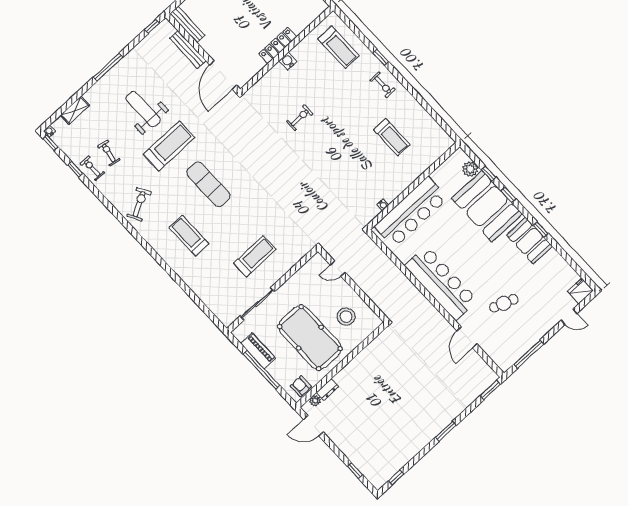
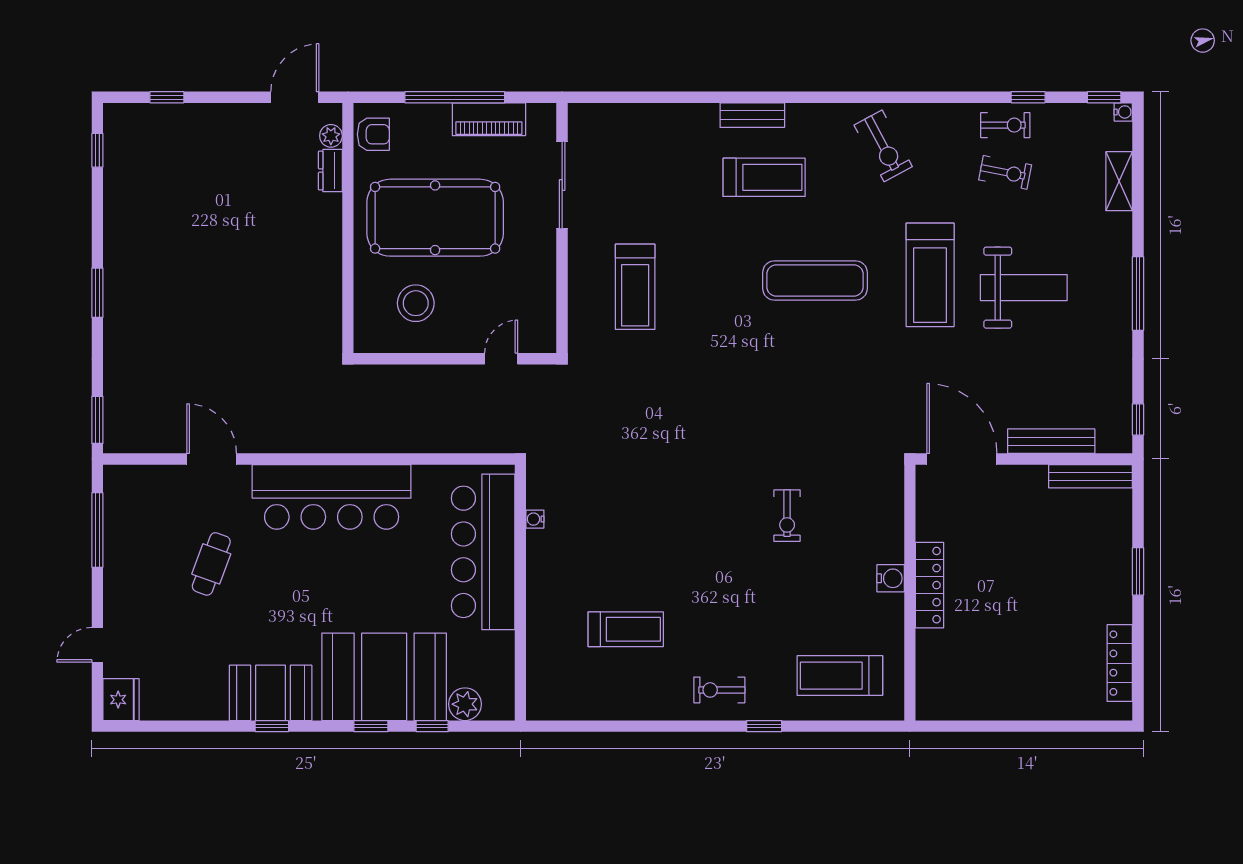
treadmill: (392, 137) -> (626, 629), turned 180
treadmill: (255, 256) -> (635, 287), moved
bench: (171, 260) -> (752, 115), added

